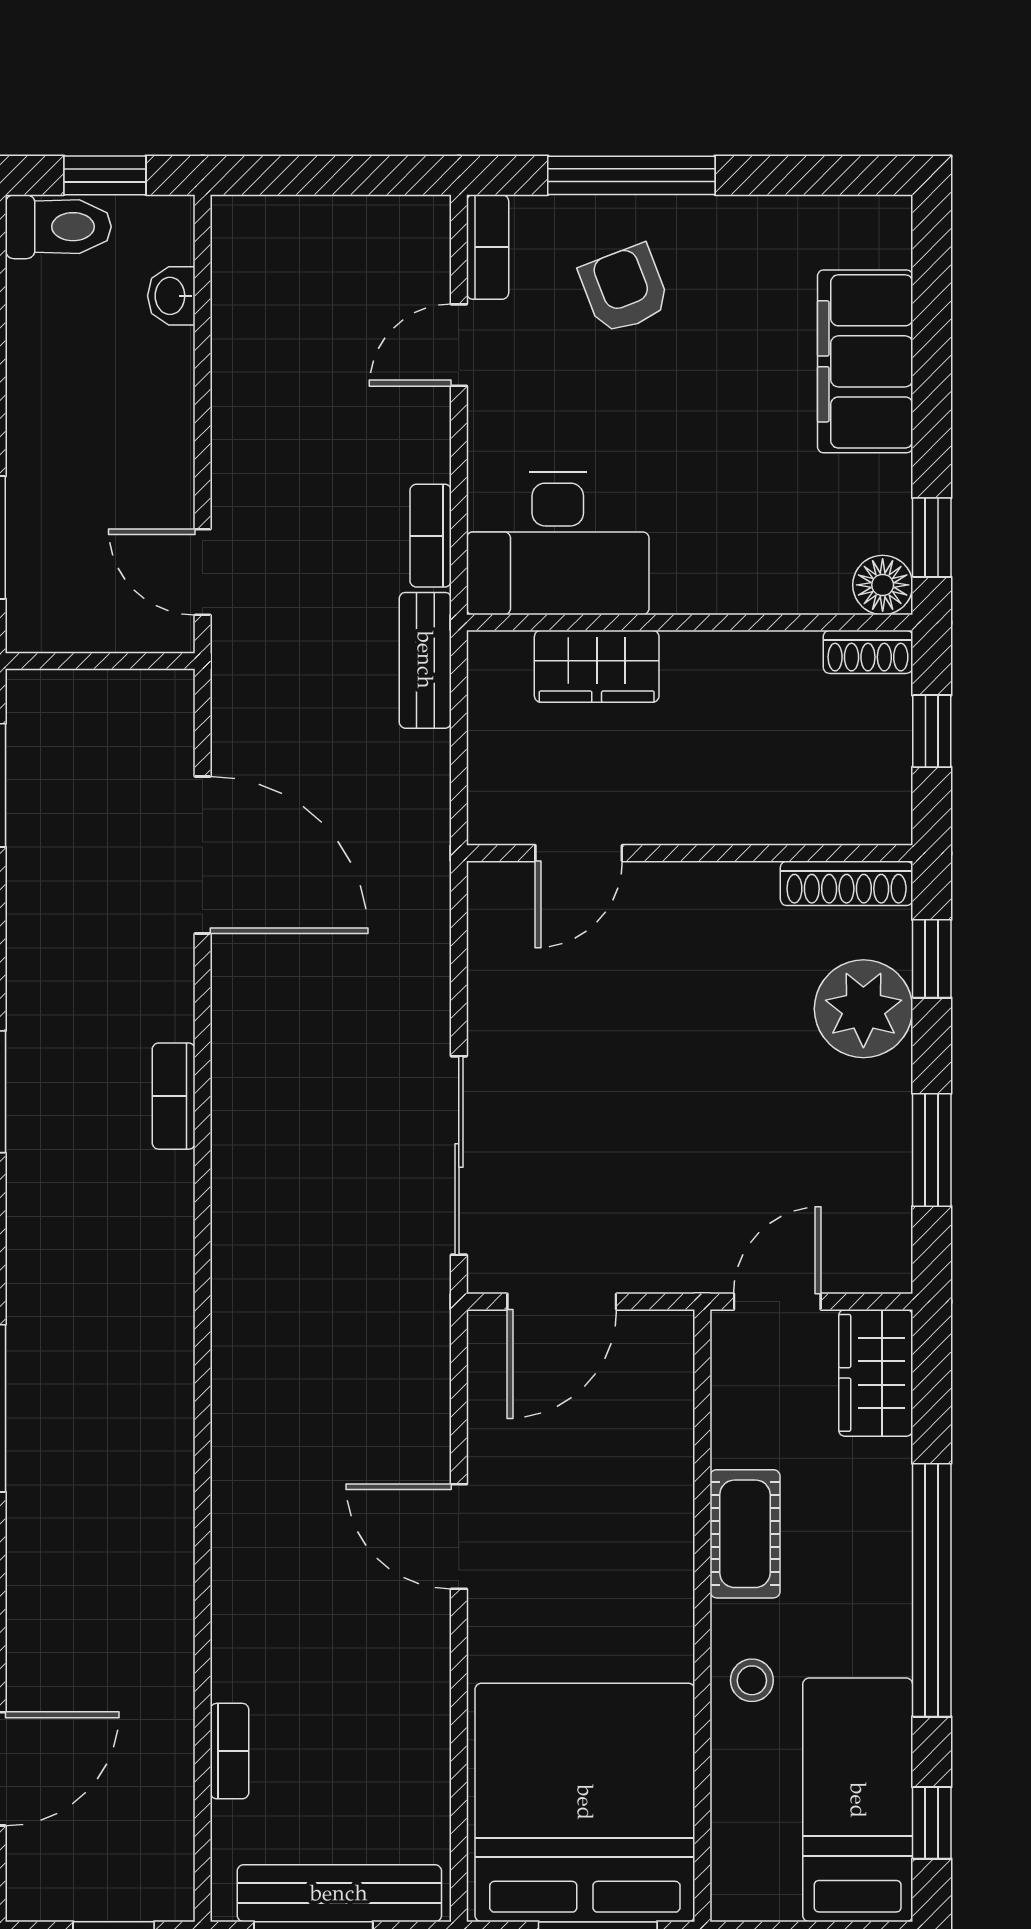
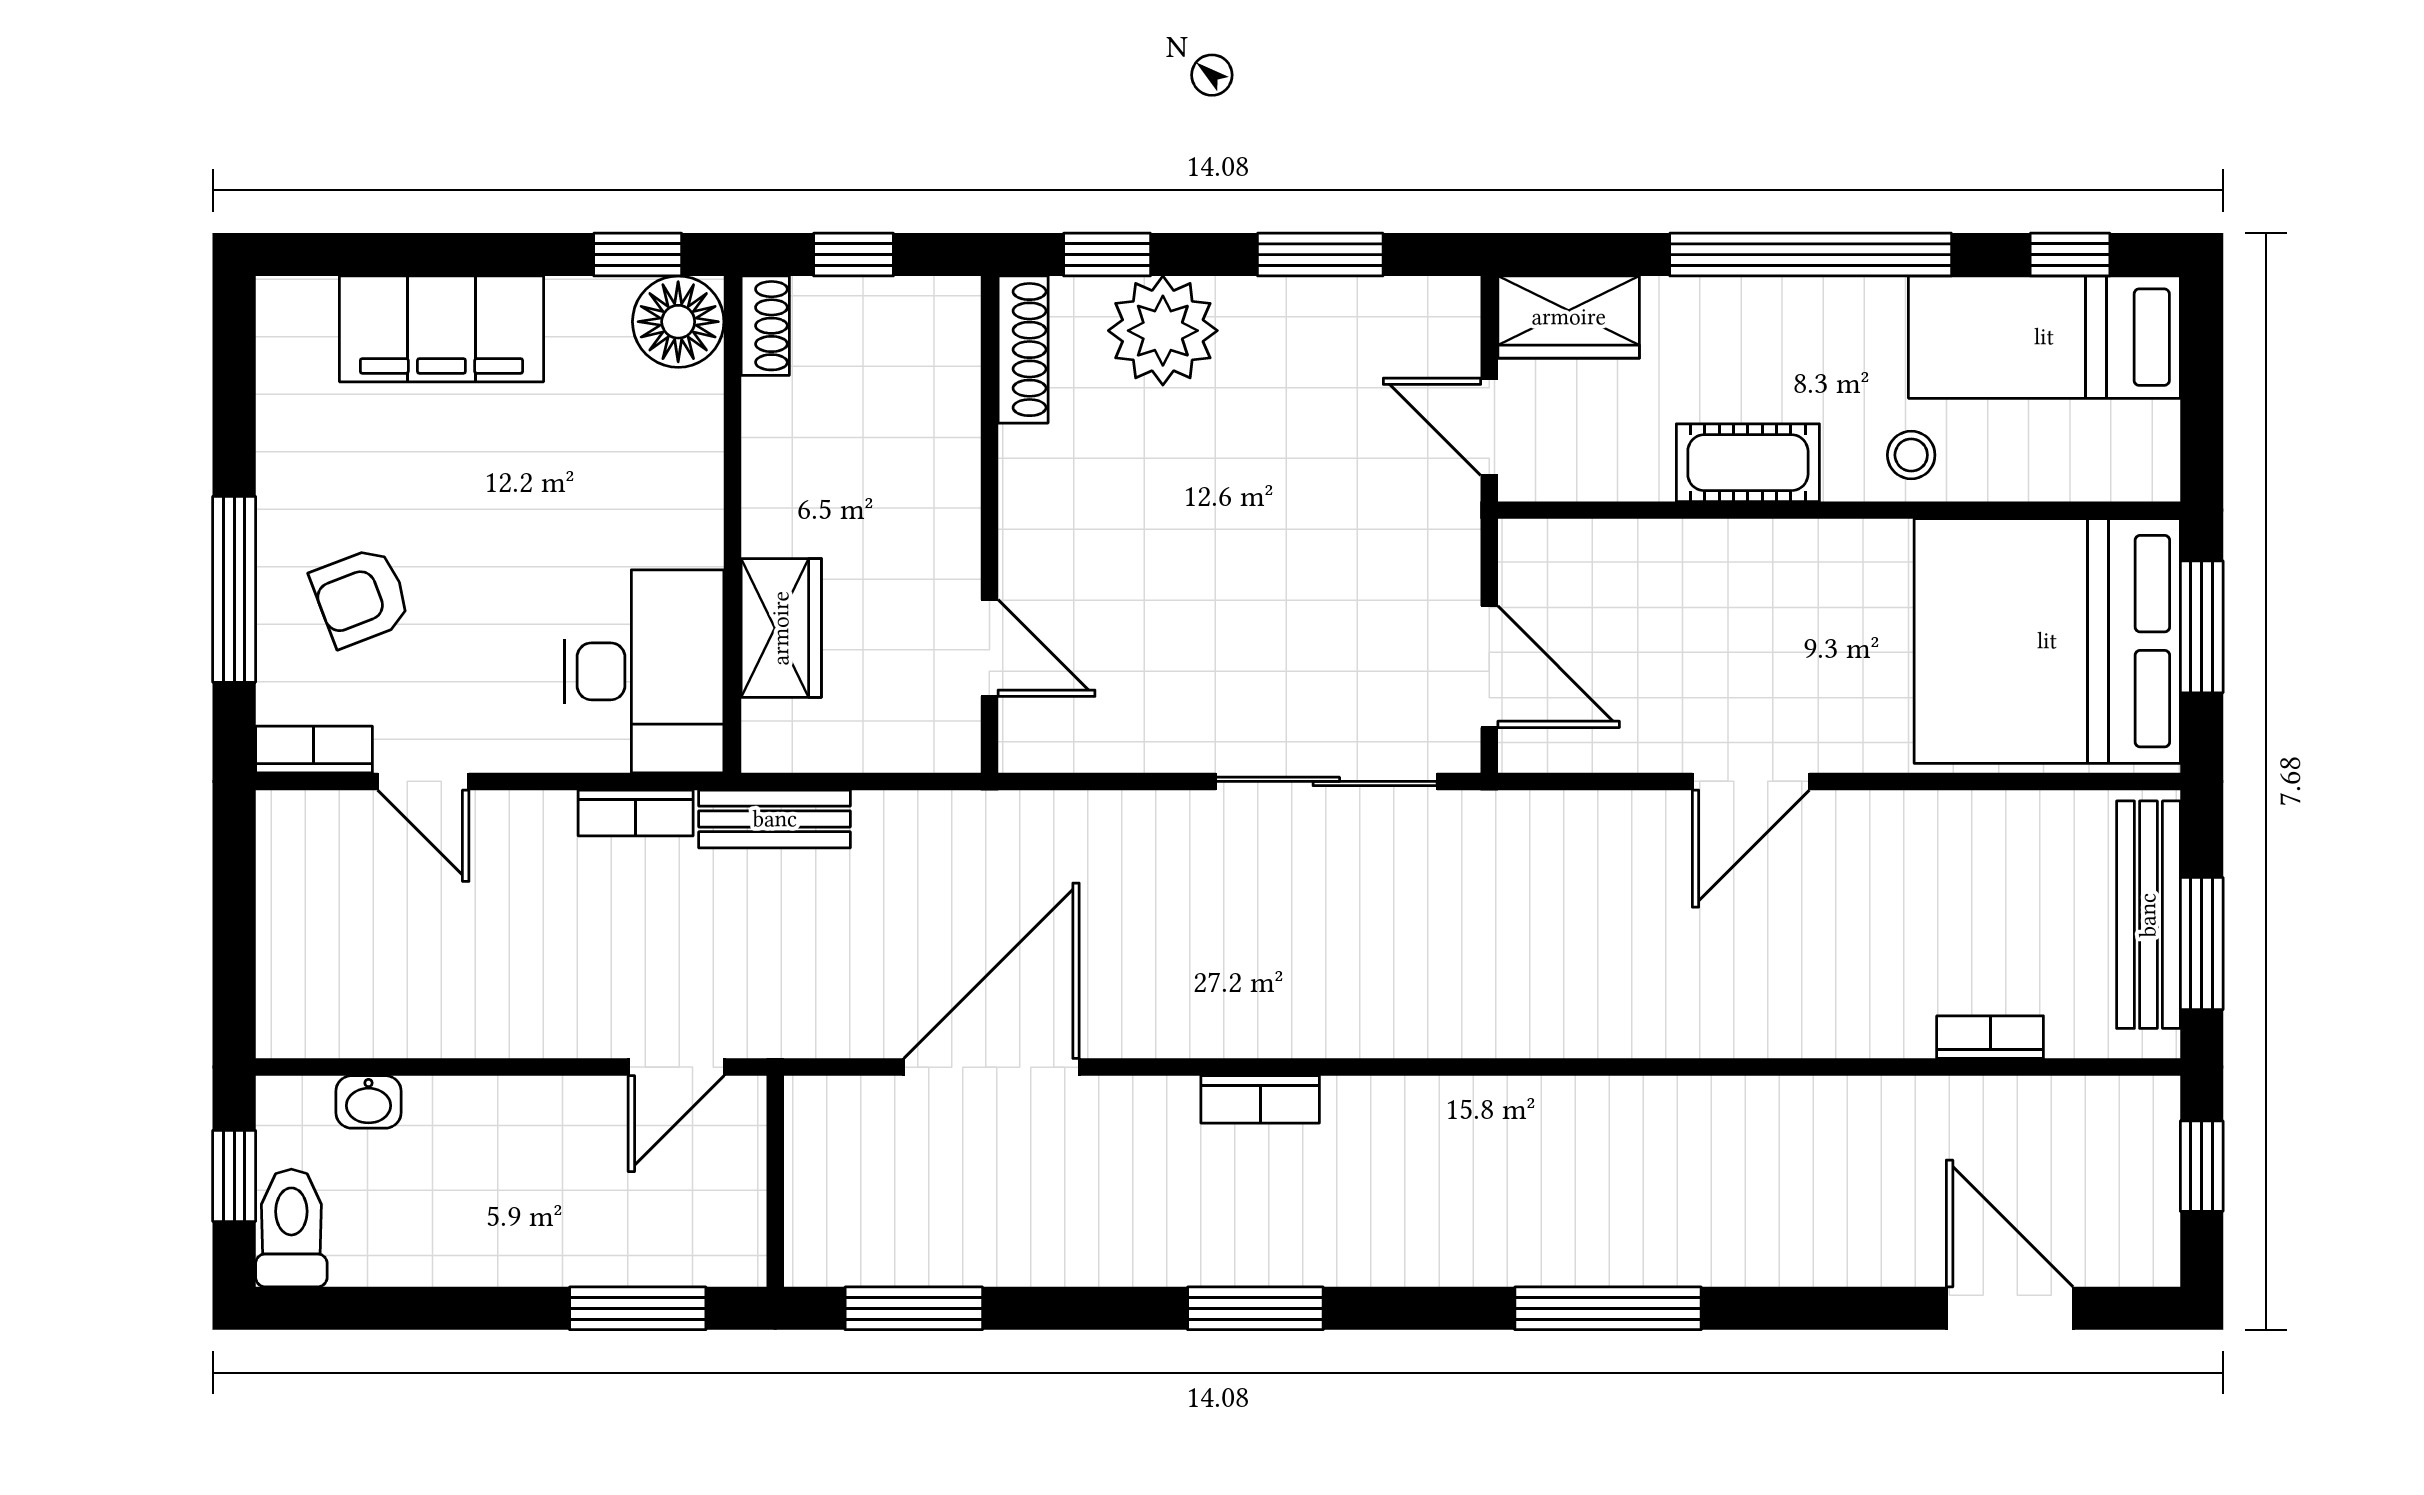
floor lamp: (883, 585) -> (678, 322), width x1.38, depth x1.38

